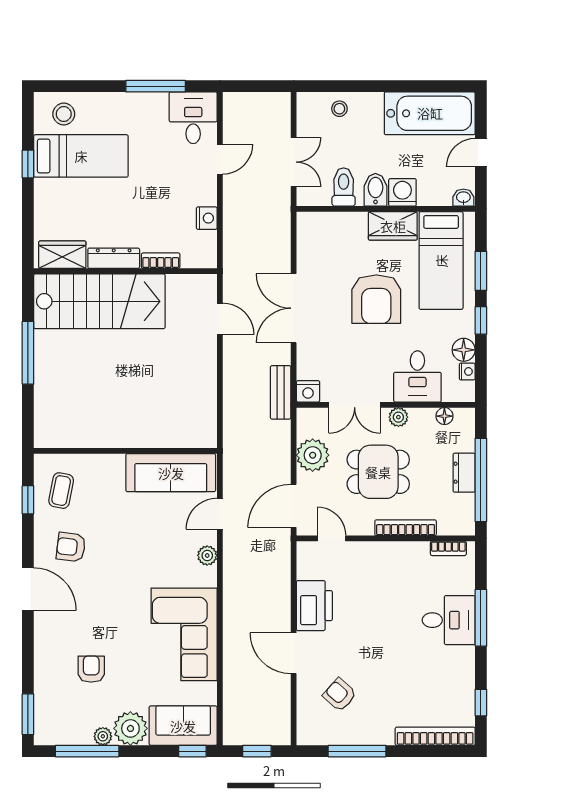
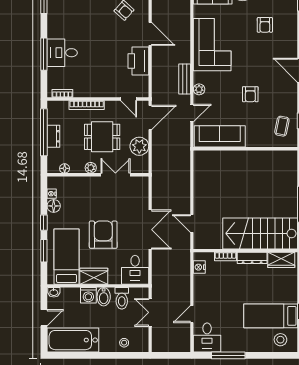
nightstand: (207, 218) -> (199, 267), moved
desk: (417, 376) -> (135, 270), moved, turned 180
nightstand: (308, 391) -> (142, 182), removed
bench: (281, 392) -> (185, 79), moved
armchair: (71, 547) -> (250, 94), moved, turned 83

